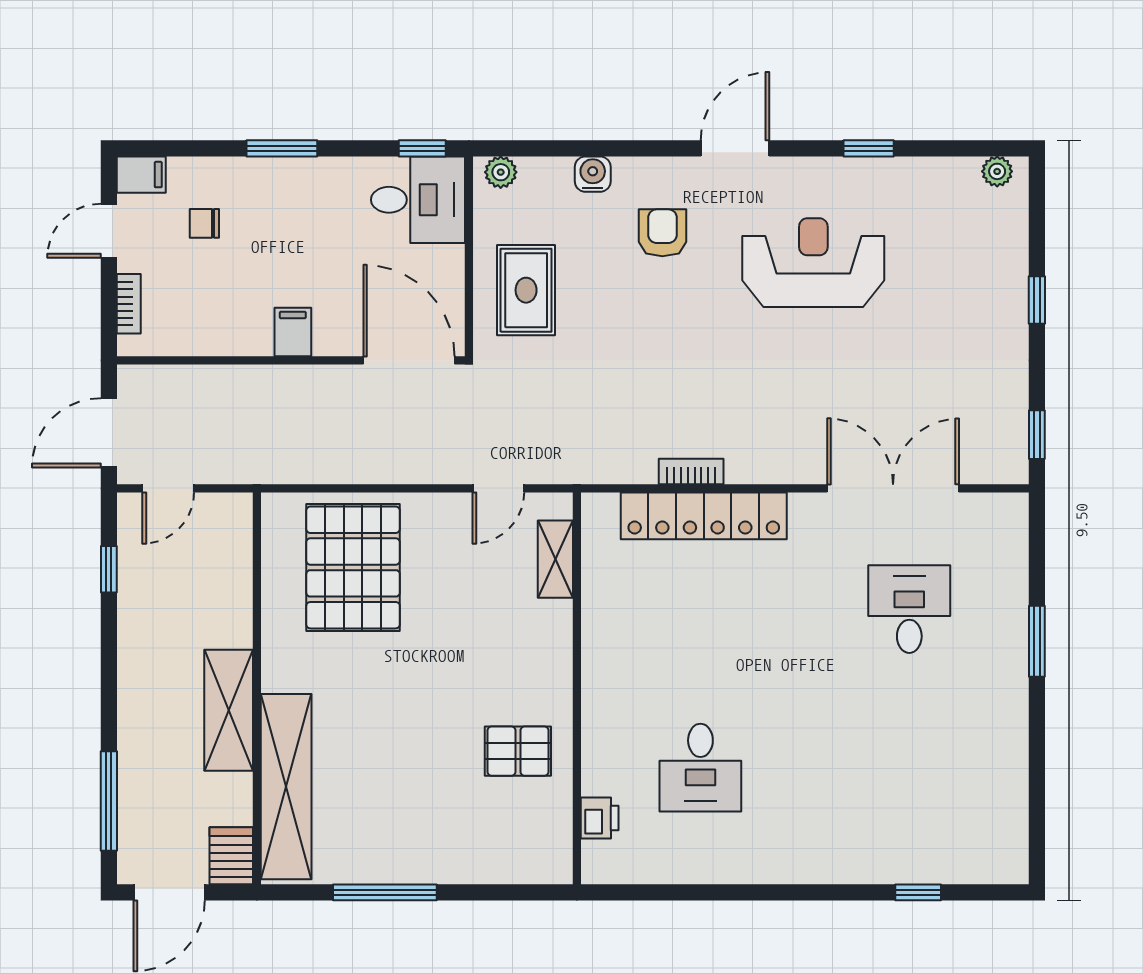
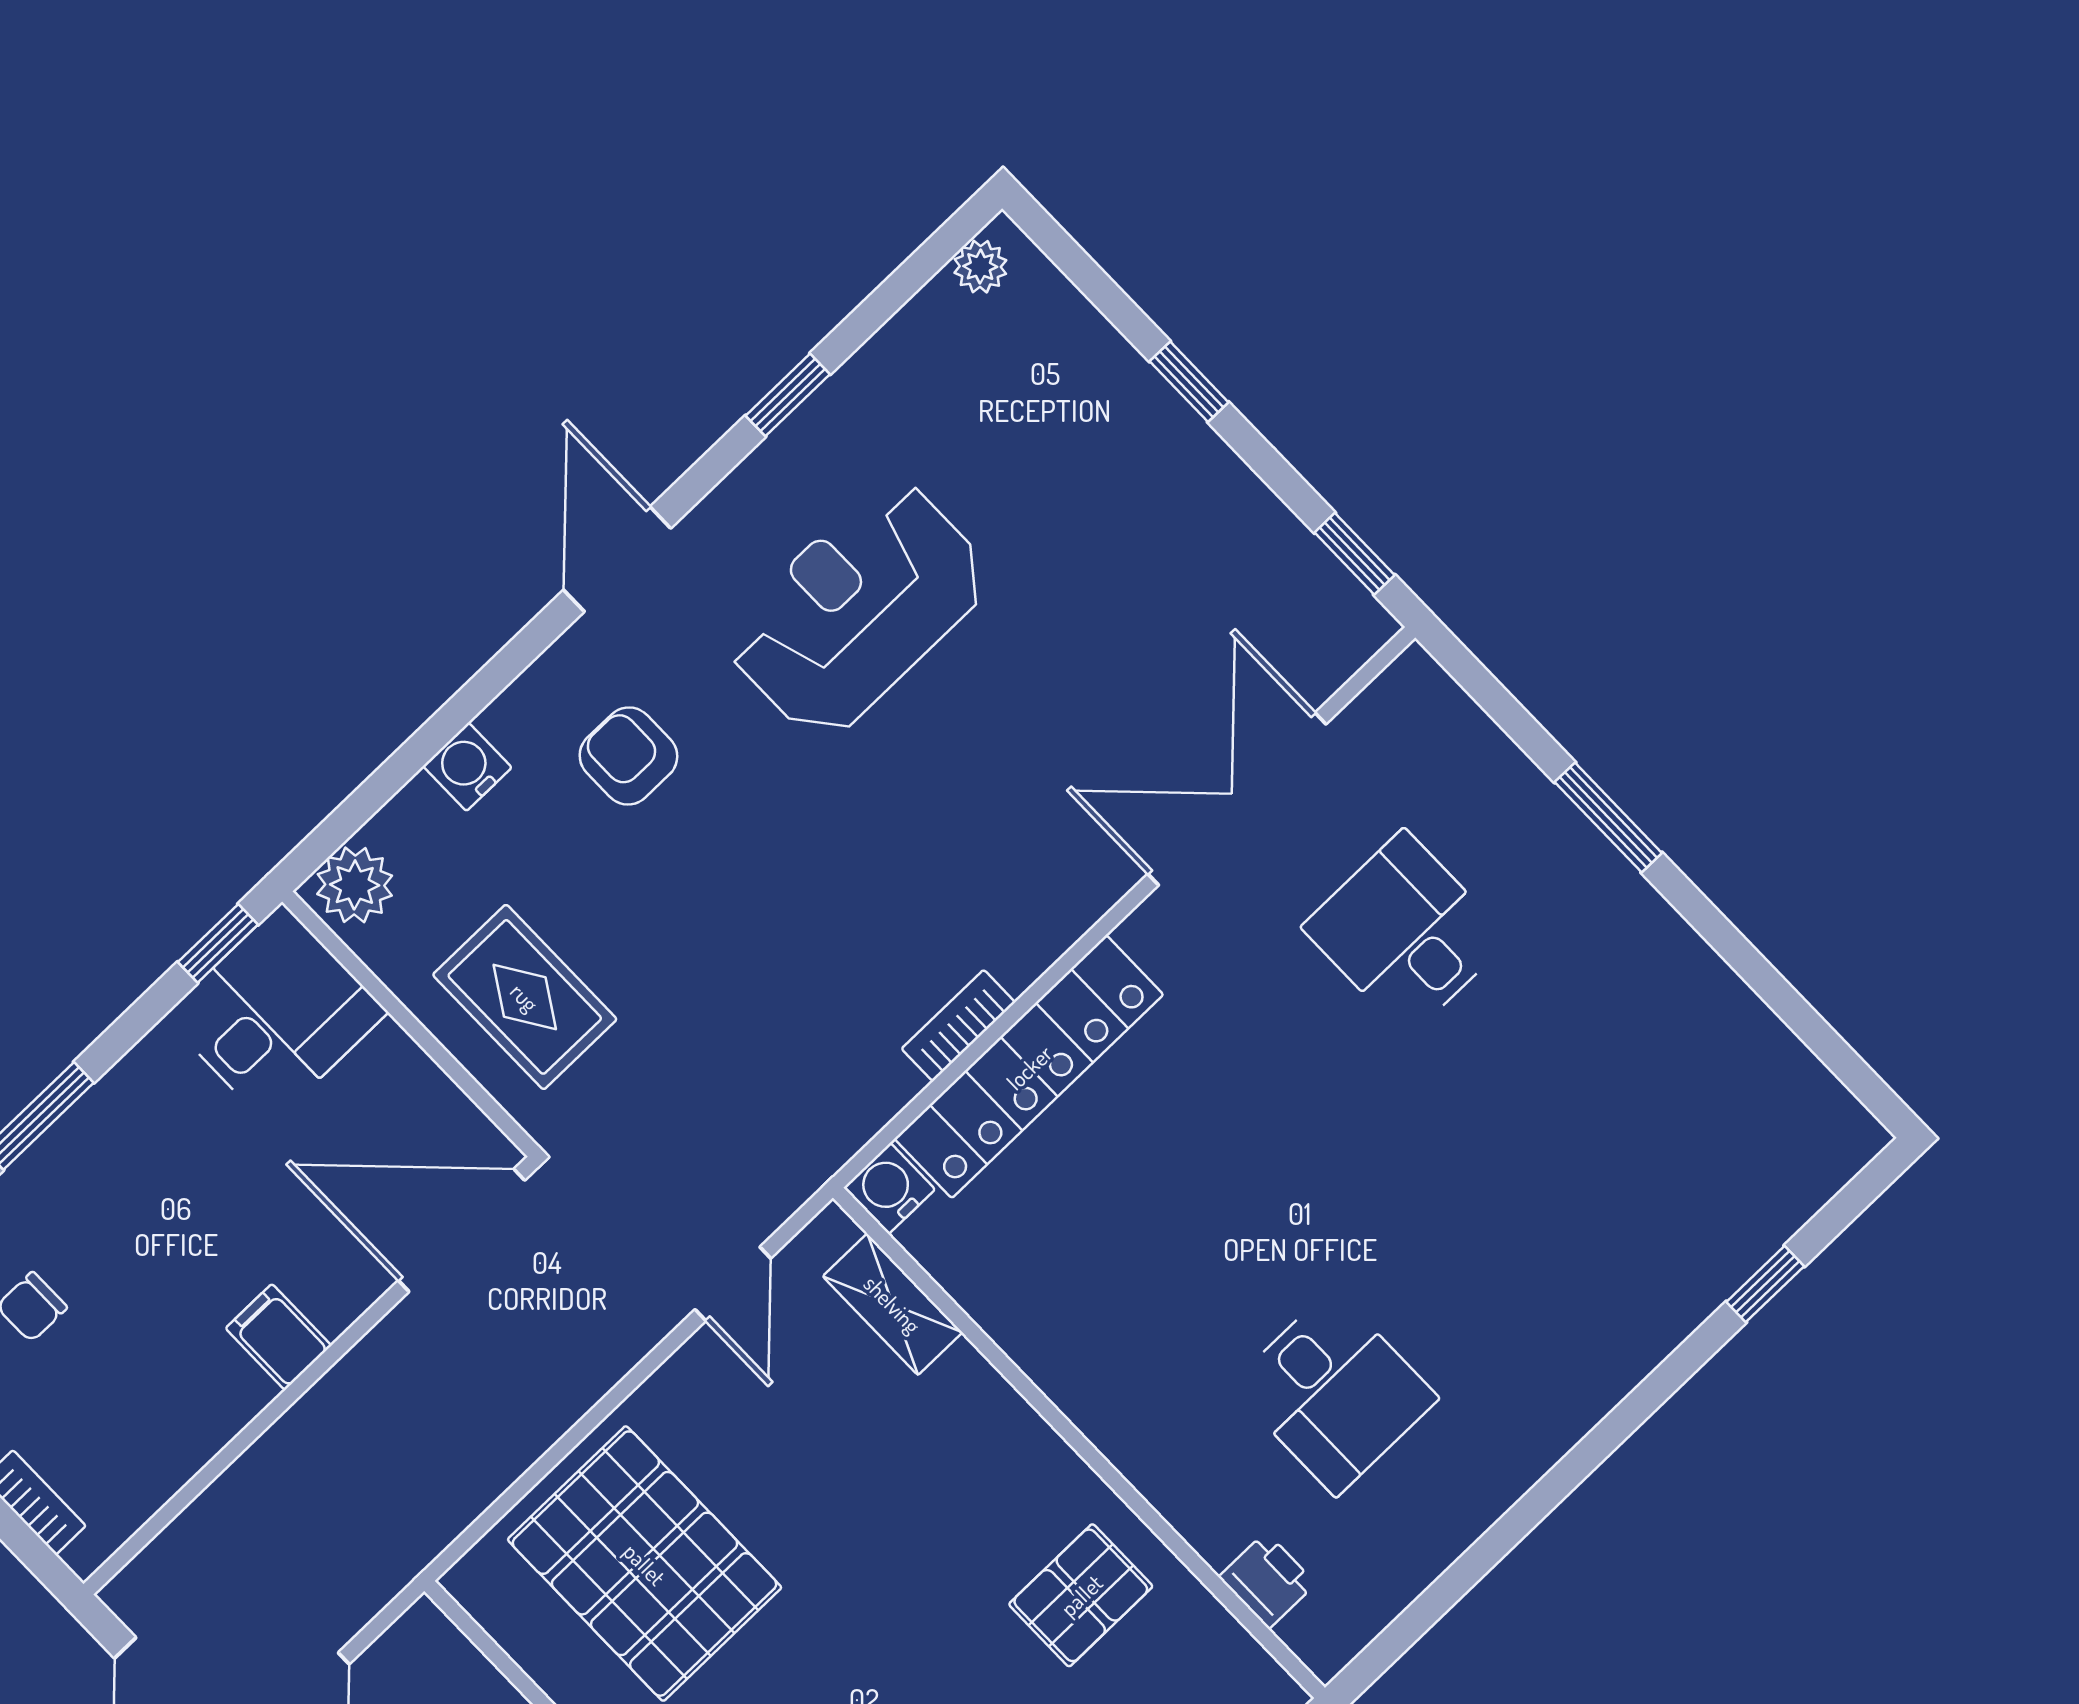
plant: (501, 172) -> (355, 885), width x1.38, depth x1.38
water cooler: (599, 511) -> (889, 1189), added

